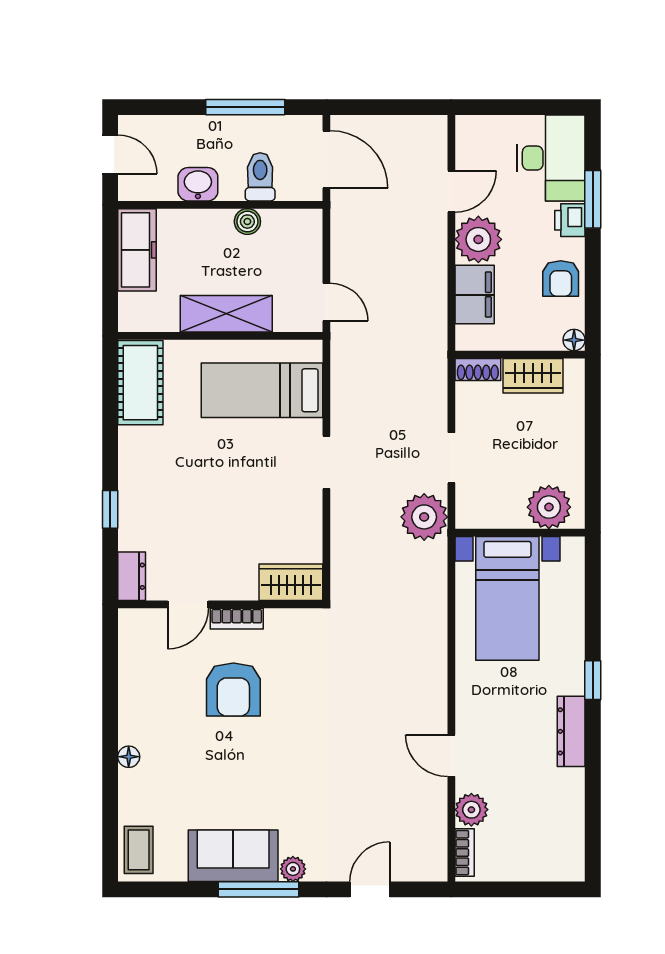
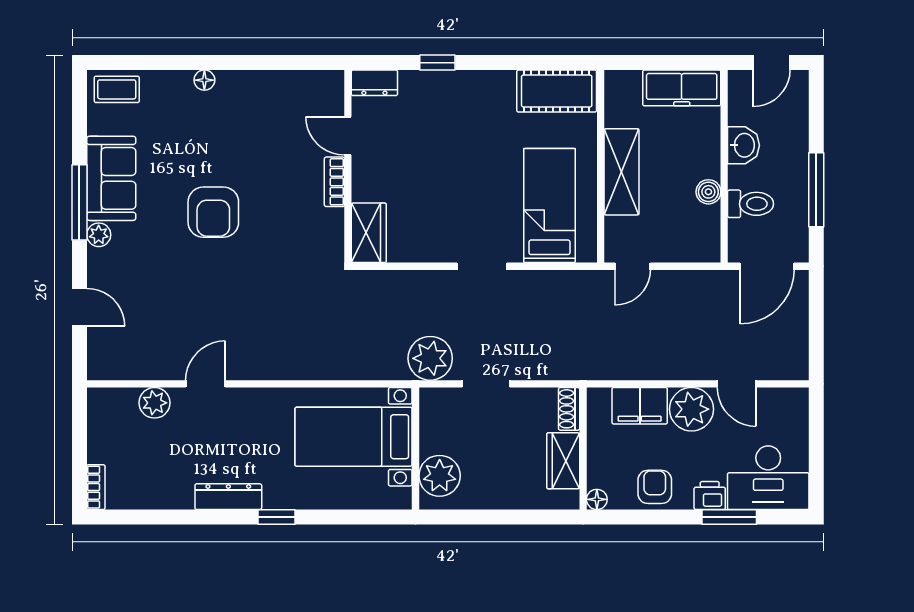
armchair: (561, 279) -> (655, 487), turned 90
armchair: (233, 690) -> (213, 212), moved, turned -90
bookcase: (465, 853) -> (96, 487), moved, turned -90

